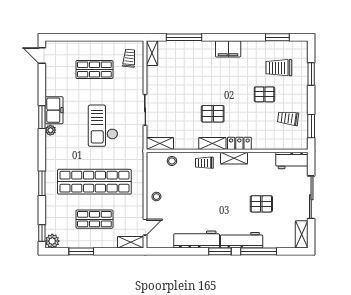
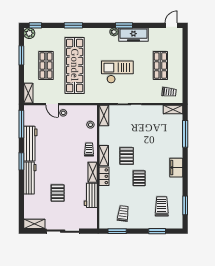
pallet: (264, 94) -> (139, 178), moved
freezer: (54, 110) -> (133, 35), width x1.40
workbench: (292, 160) -> (91, 195), moved
door: (145, 227) -> (52, 104), moved
window: (259, 251) -> (21, 124), moved

